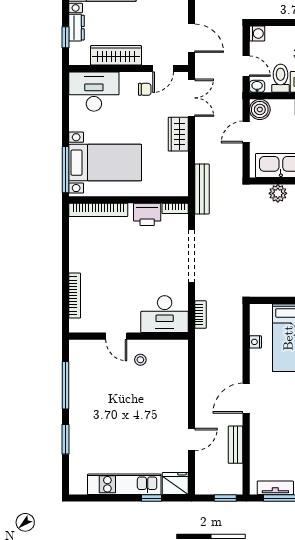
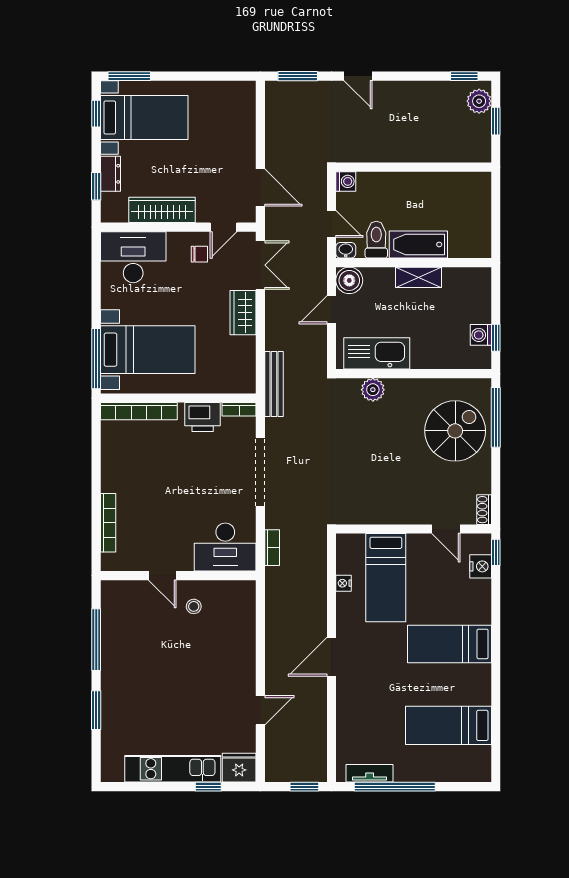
bench: (236, 445) -> (318, 717), removed

